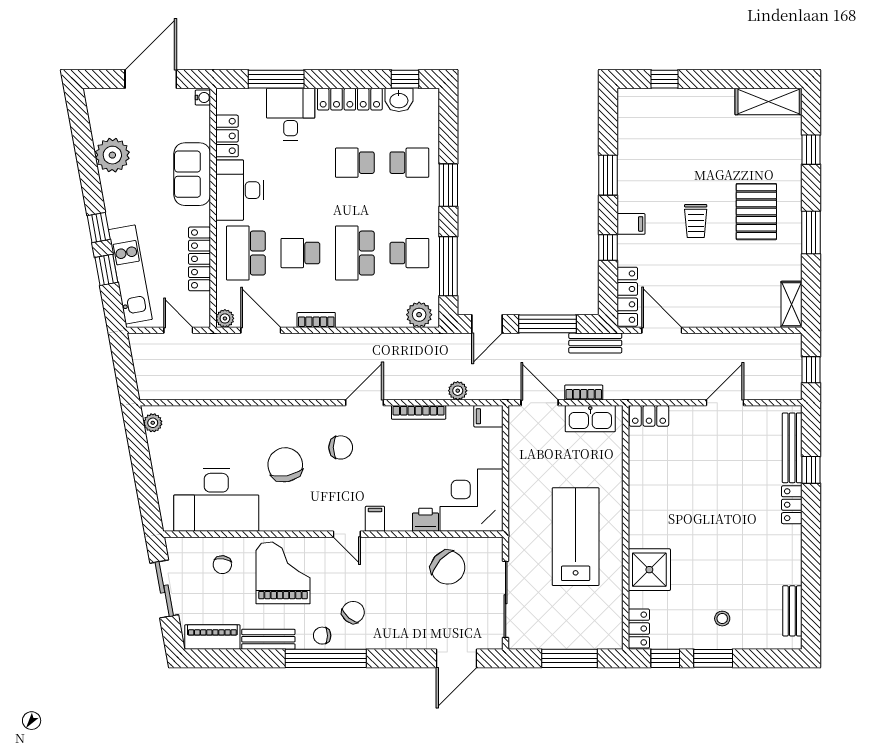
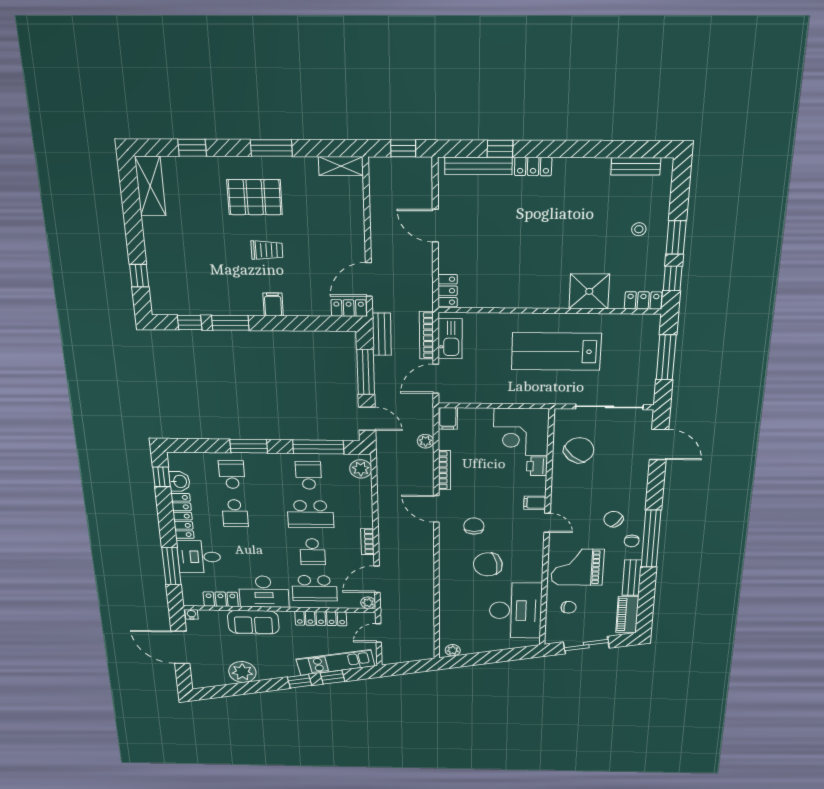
window: (608, 248) -> (190, 323), moved
locker: (627, 297) -> (349, 308), width x0.66
bookcase: (584, 392) -> (426, 335), width x1.56
door: (347, 534) -> (547, 523), hinge flipped

